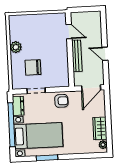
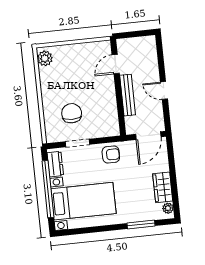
door: (69, 31) -> (116, 64), swing flipped
plant: (16, 47) -> (45, 58), moved
chair: (33, 67) -> (72, 113), turned 90
window: (47, 158) -> (141, 225), moved

